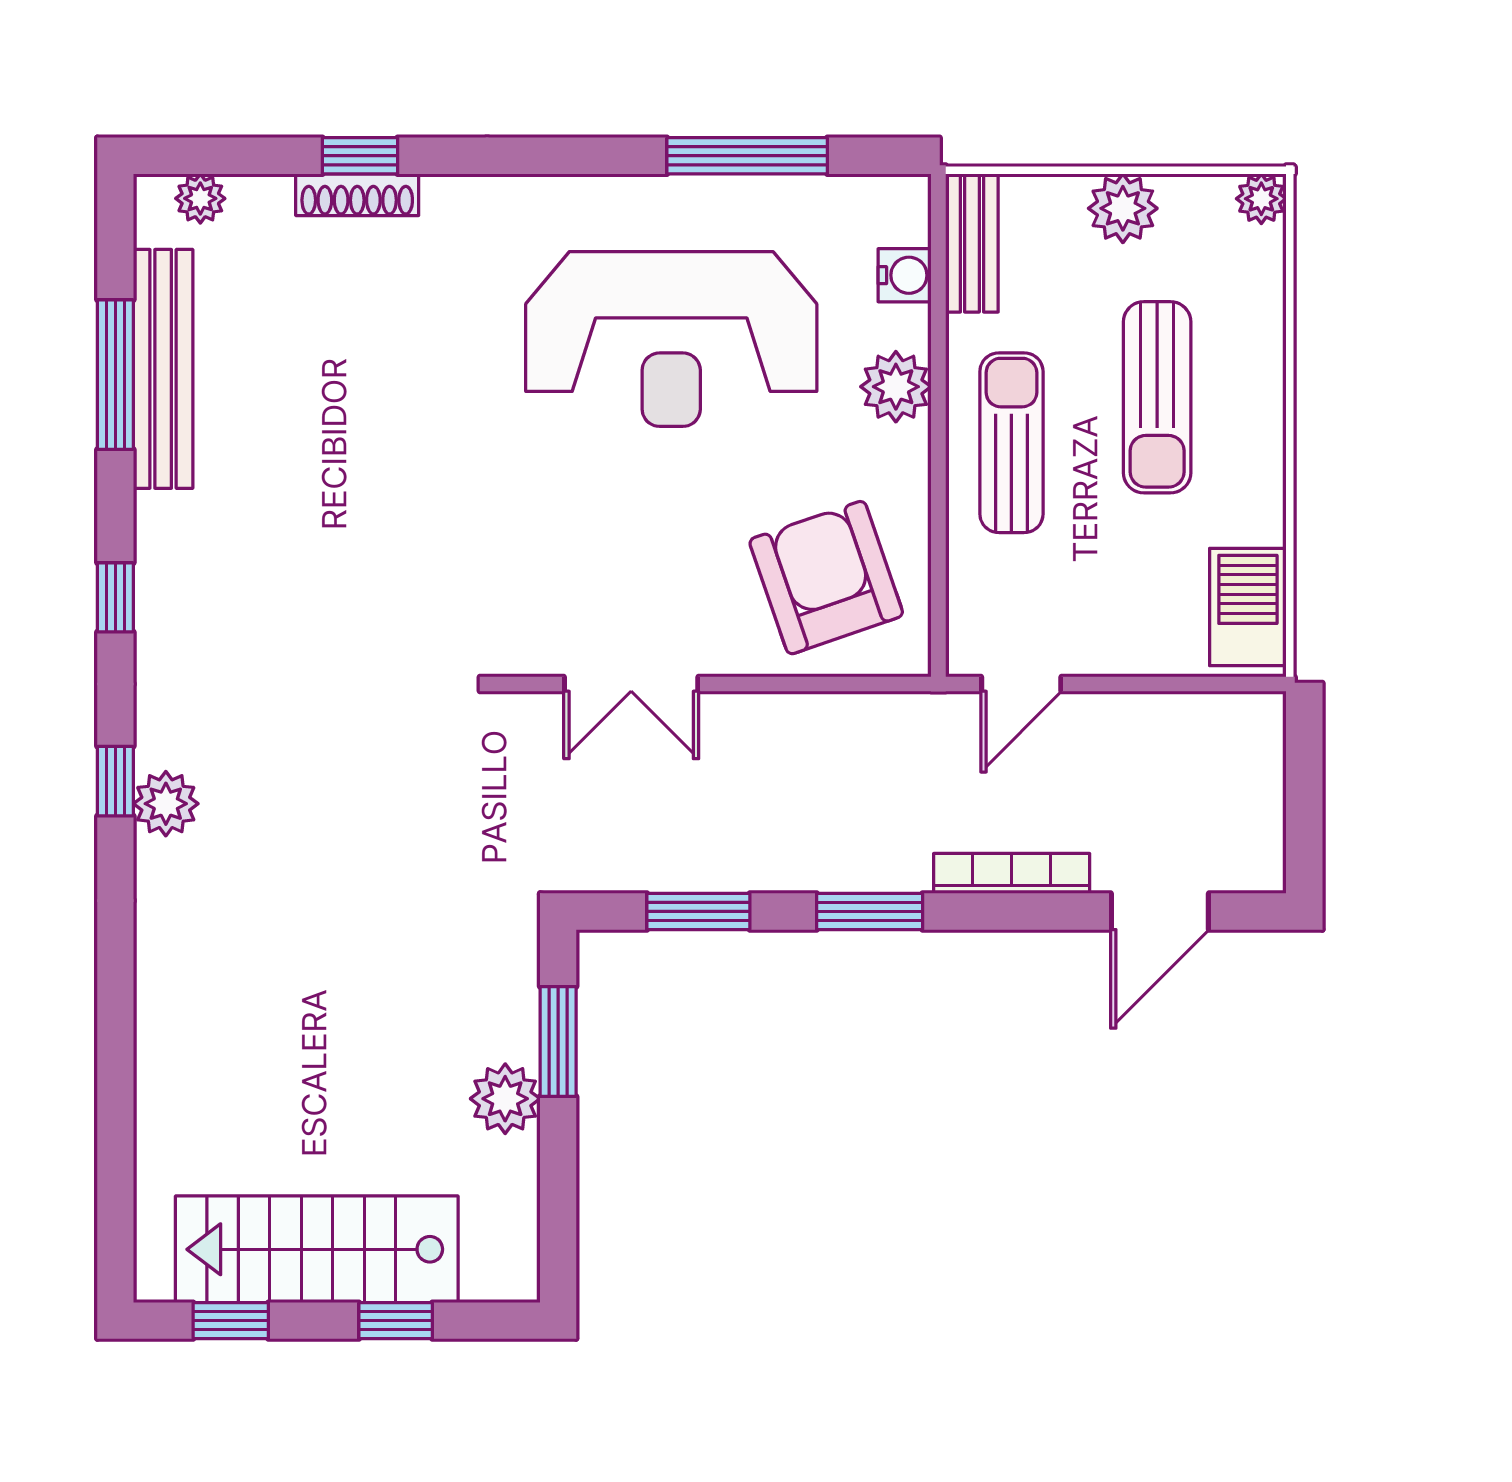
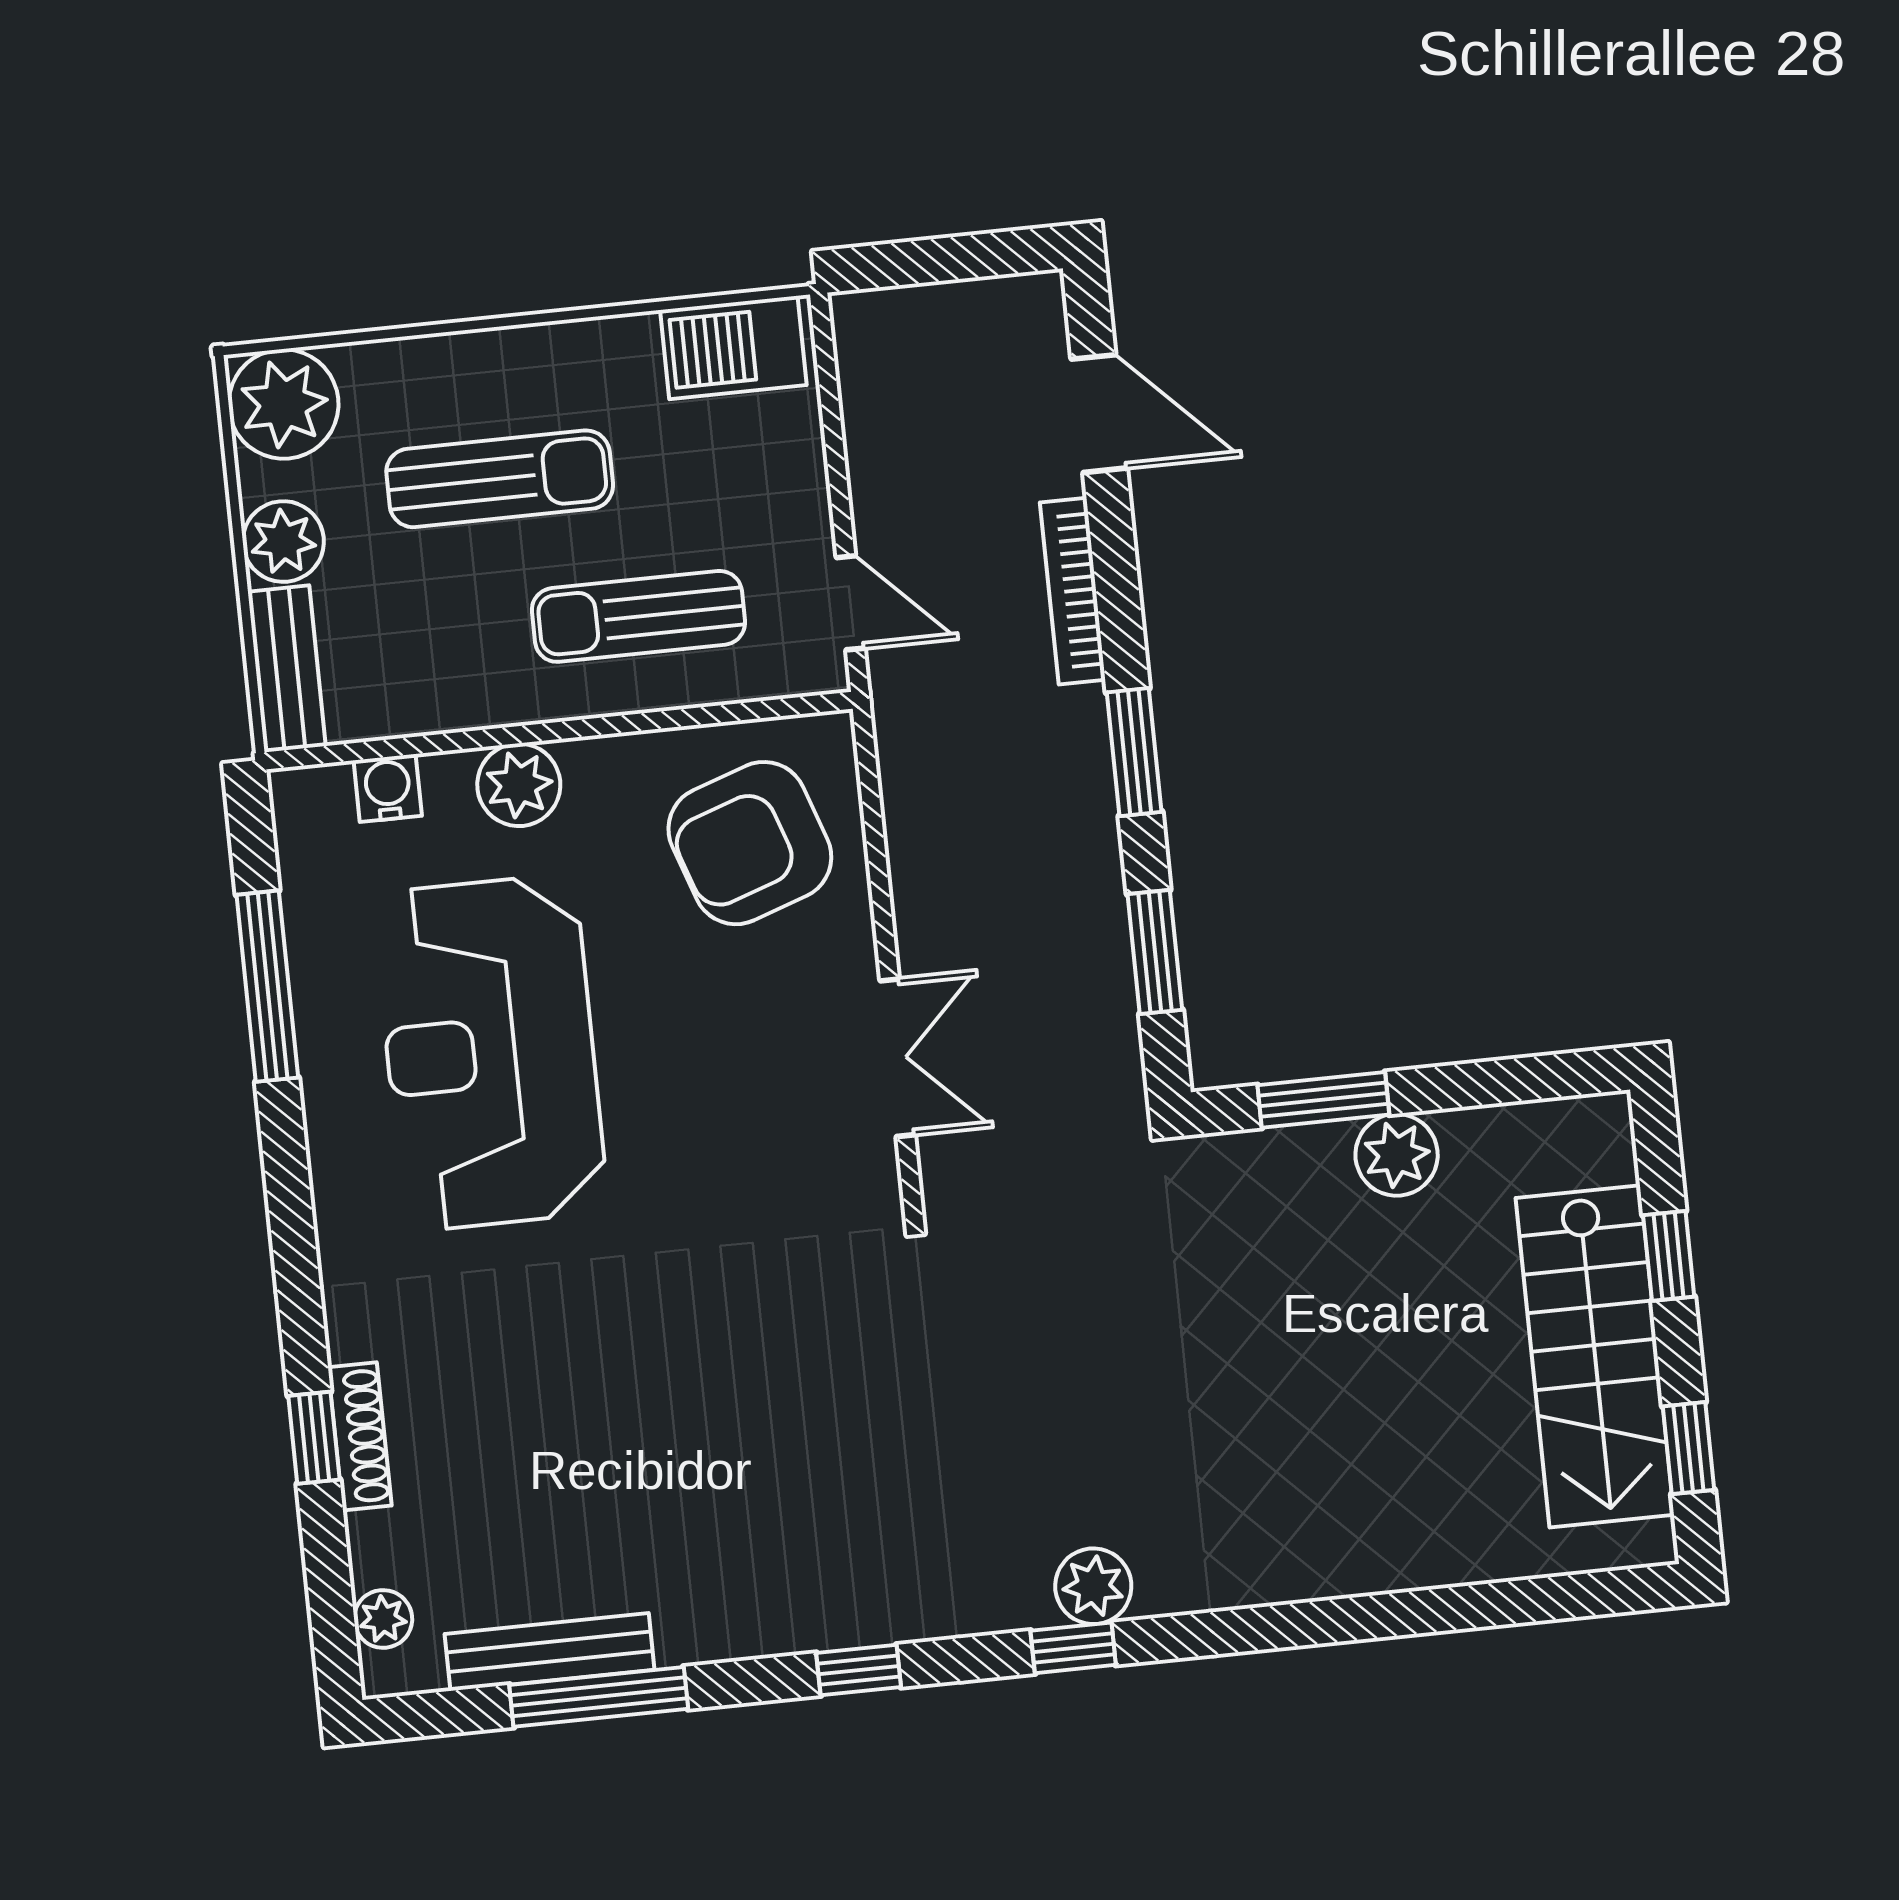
plant: (1261, 199) -> (284, 404), width x1.88, depth x1.88
bench: (972, 243) -> (287, 669), moved, turned 90
reception desk: (671, 339) -> (490, 1053), turned 180
bench: (163, 369) -> (550, 1652), width x0.73, depth x0.82
sun lounger: (1011, 443) -> (638, 616), moved

